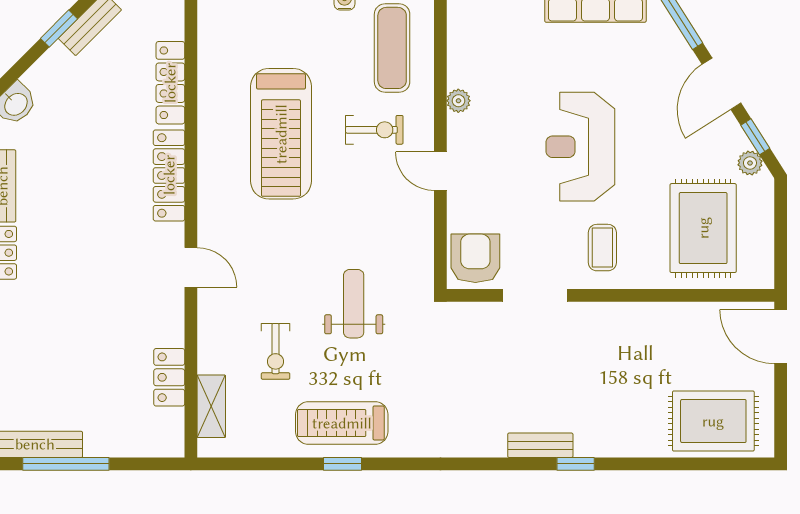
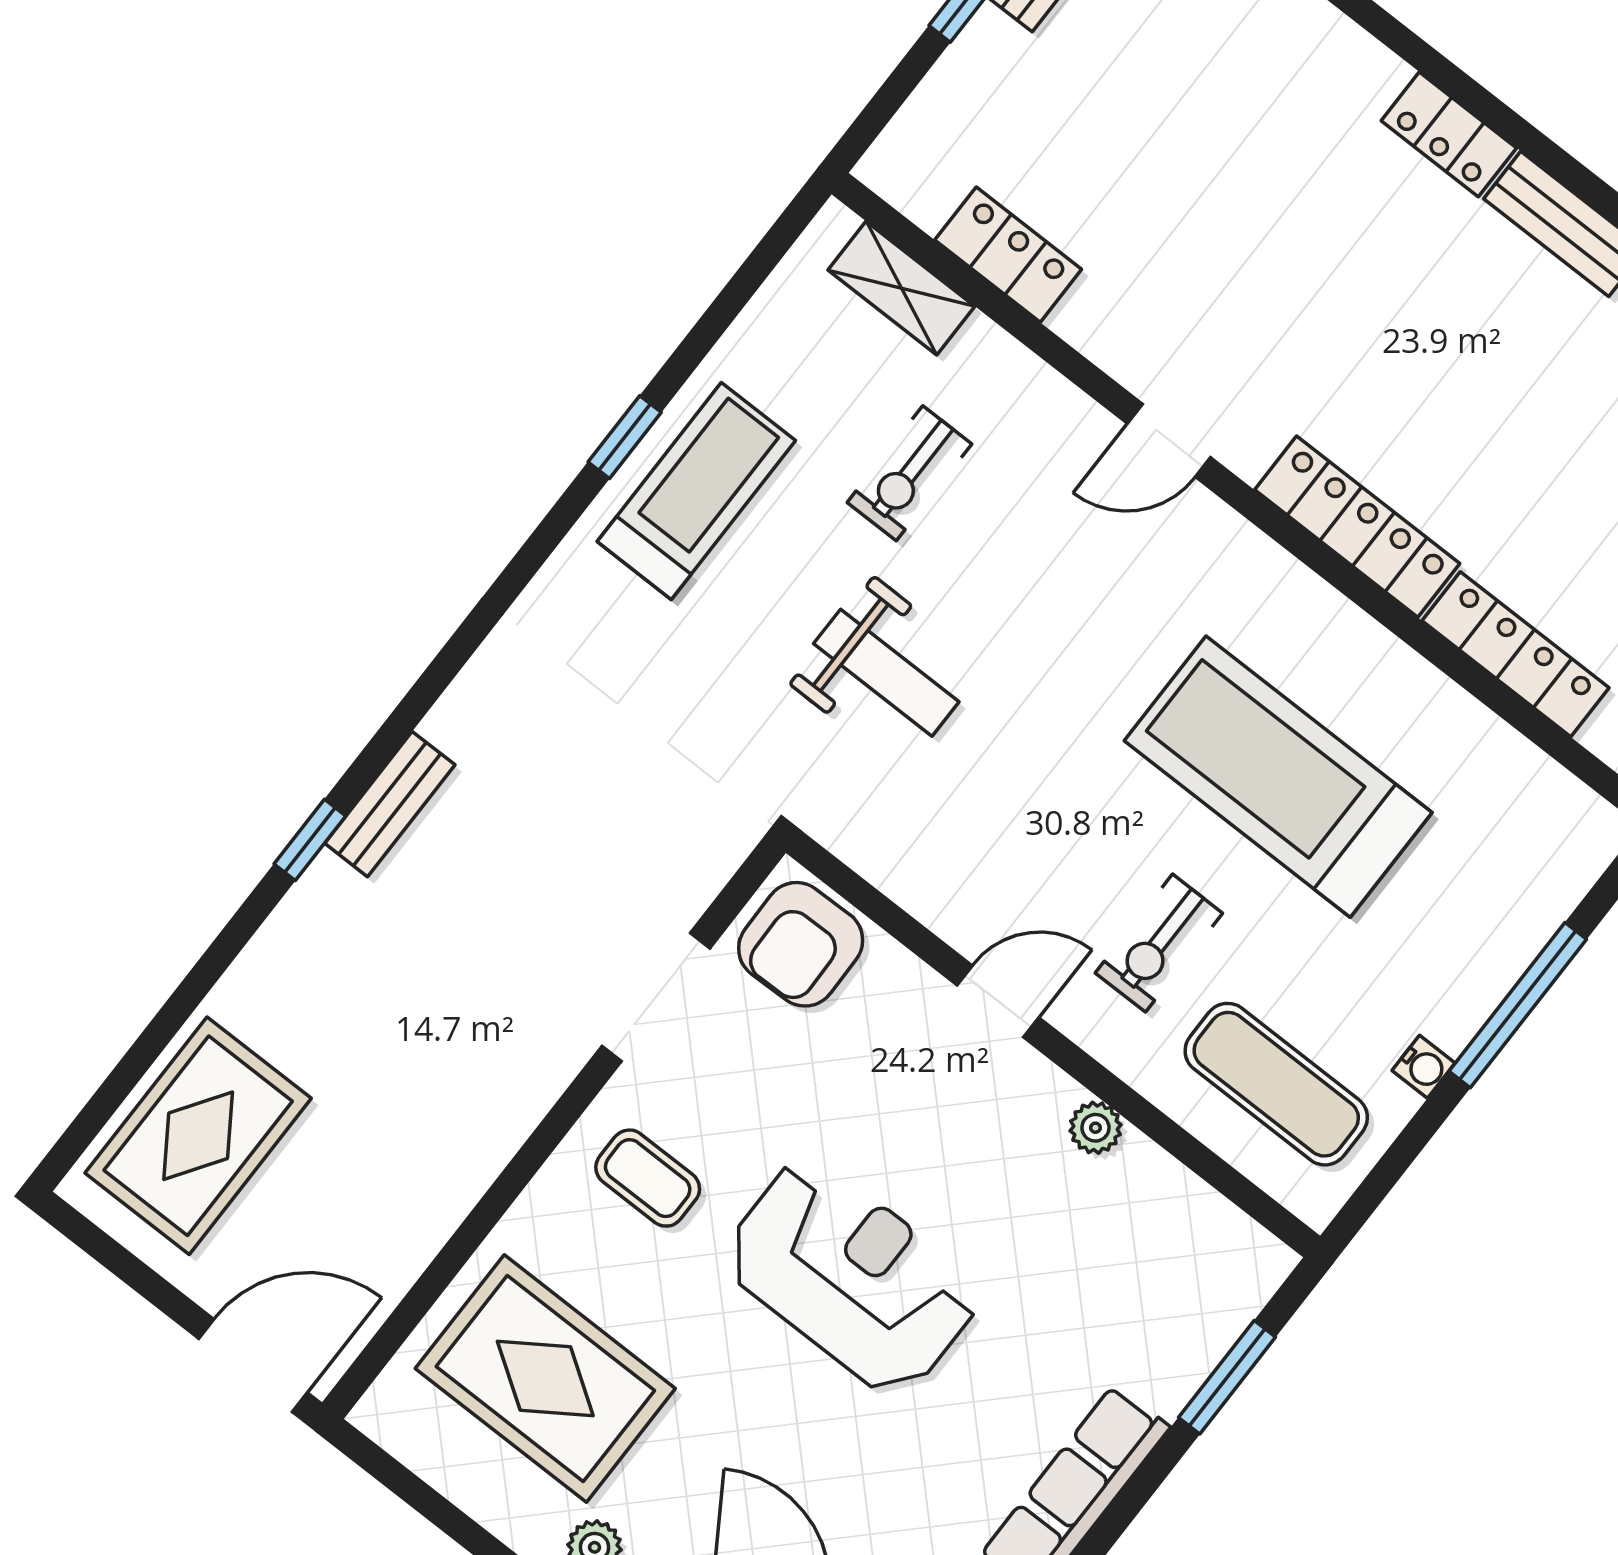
armchair: (475, 258) -> (801, 944), turned 89
exercise bike: (276, 351) -> (909, 473), turned -90

